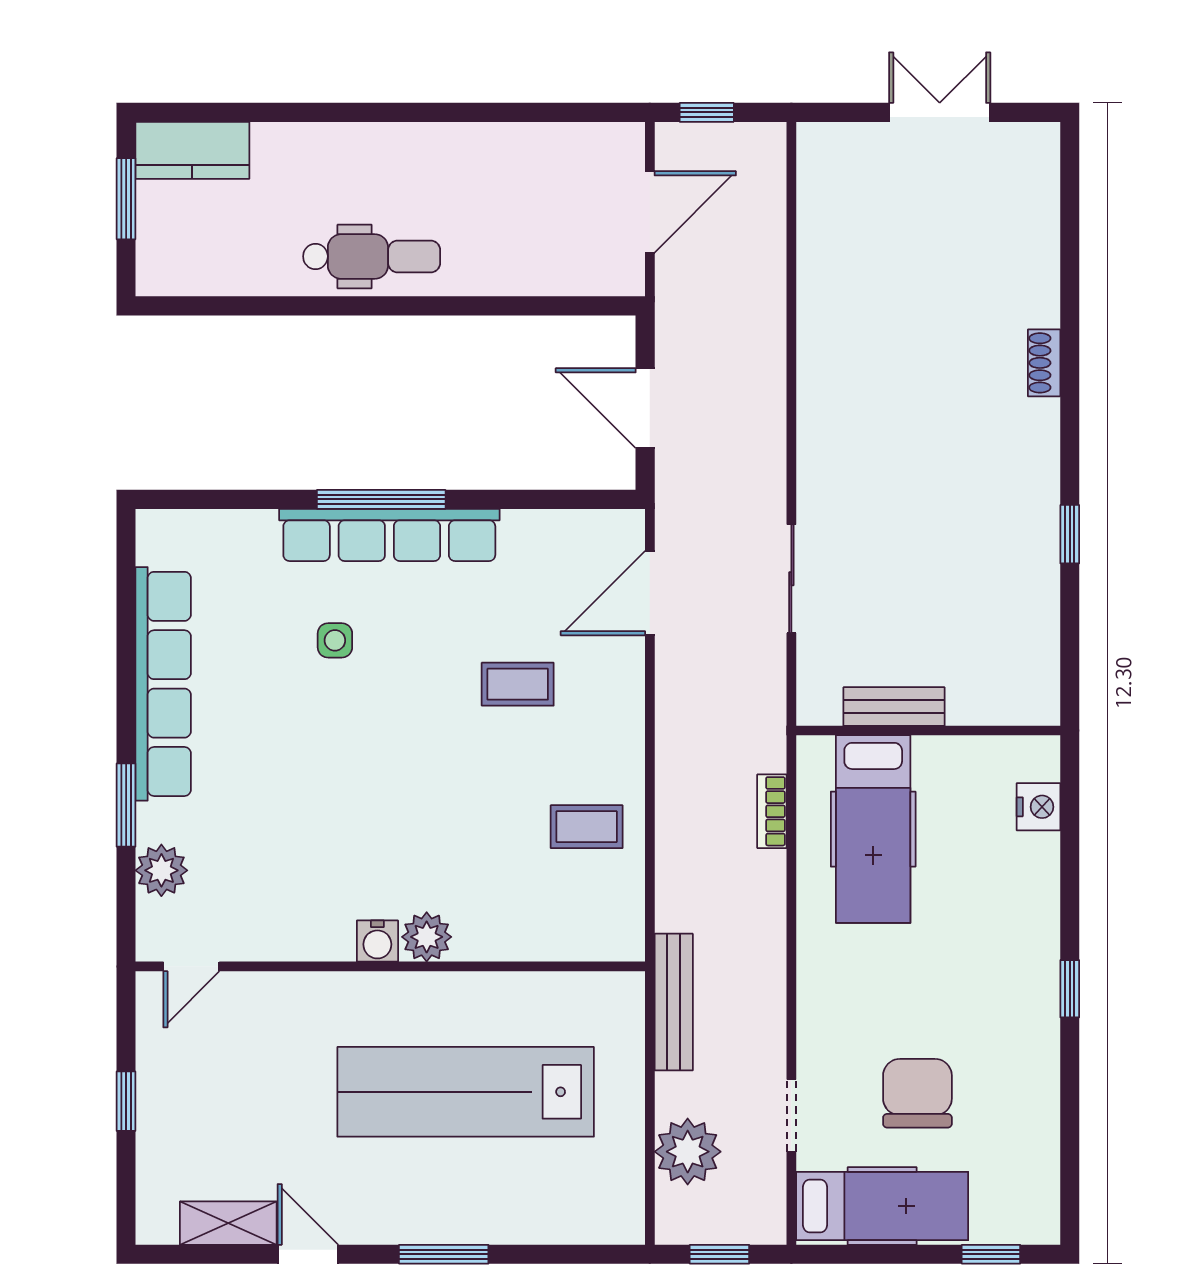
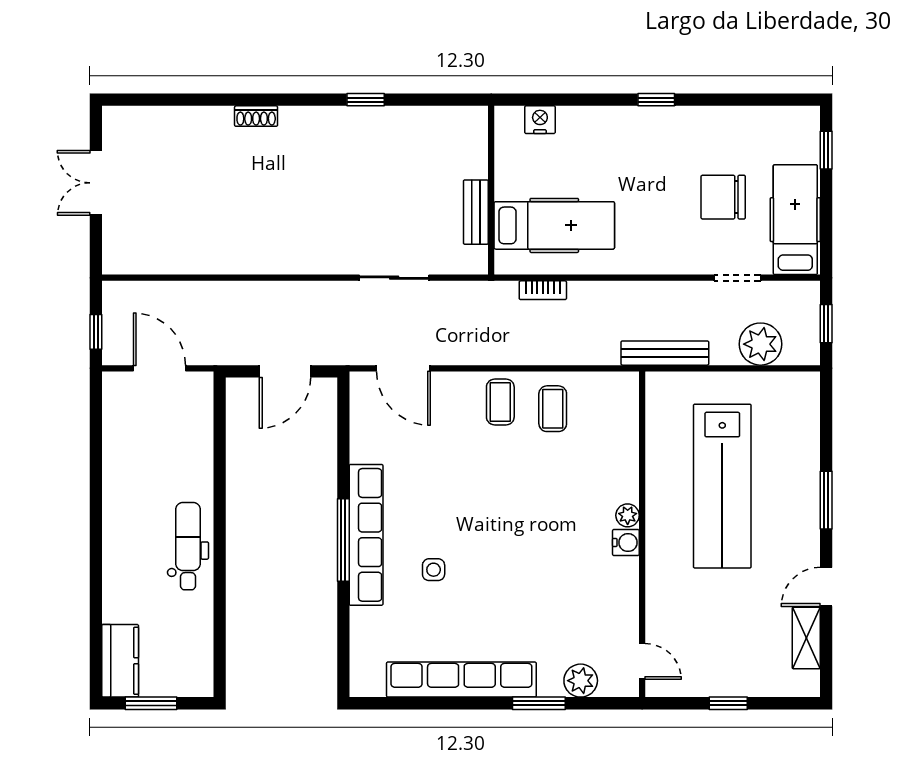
coffee table: (518, 684) -> (500, 402), moved
plant: (427, 937) -> (628, 515), width x0.73, depth x0.73

